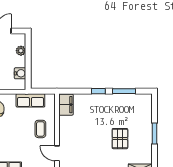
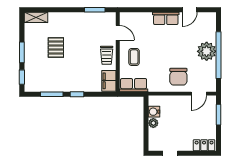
plant: (21, 51) -> (153, 123), moved
row of seats: (30, 100) -> (134, 85), moved
window: (154, 108) -> (22, 77), added
trolley: (68, 131) -> (107, 55), added

